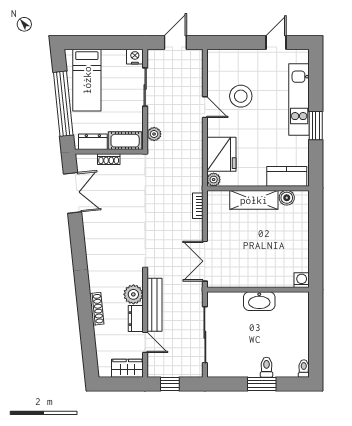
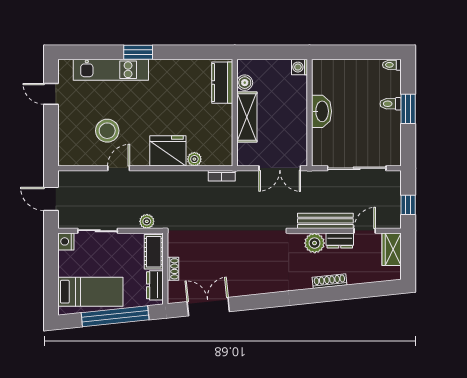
kitchen counter: (287, 176) -> (222, 83), moved
wall: (258, 188) -> (235, 113), moved
boiler: (287, 198) -> (245, 83), moved
shelving: (254, 200) -> (247, 117), moved

